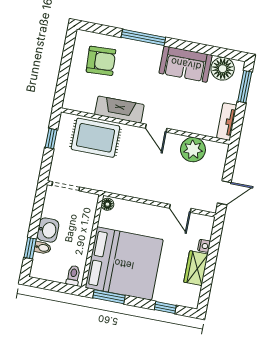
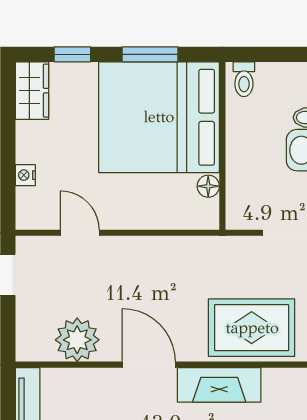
door: (156, 128) -> (149, 365), width x1.38
floor lamp: (107, 204) -> (208, 186), moved
wardrobe: (196, 268) -> (32, 91), moved
window: (109, 297) -> (150, 54), moved

